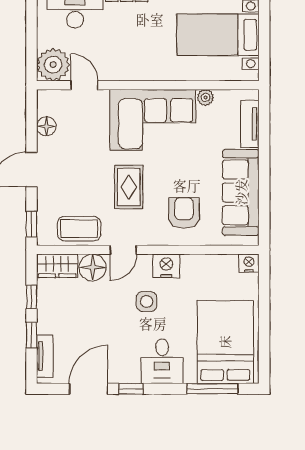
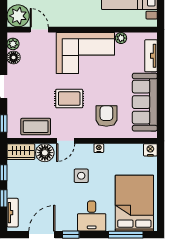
plant: (45, 106) -> (13, 44), added
rug: (129, 187) -> (69, 99), turned 90
nightstand: (166, 266) -> (99, 148), width x0.53, depth x0.56

